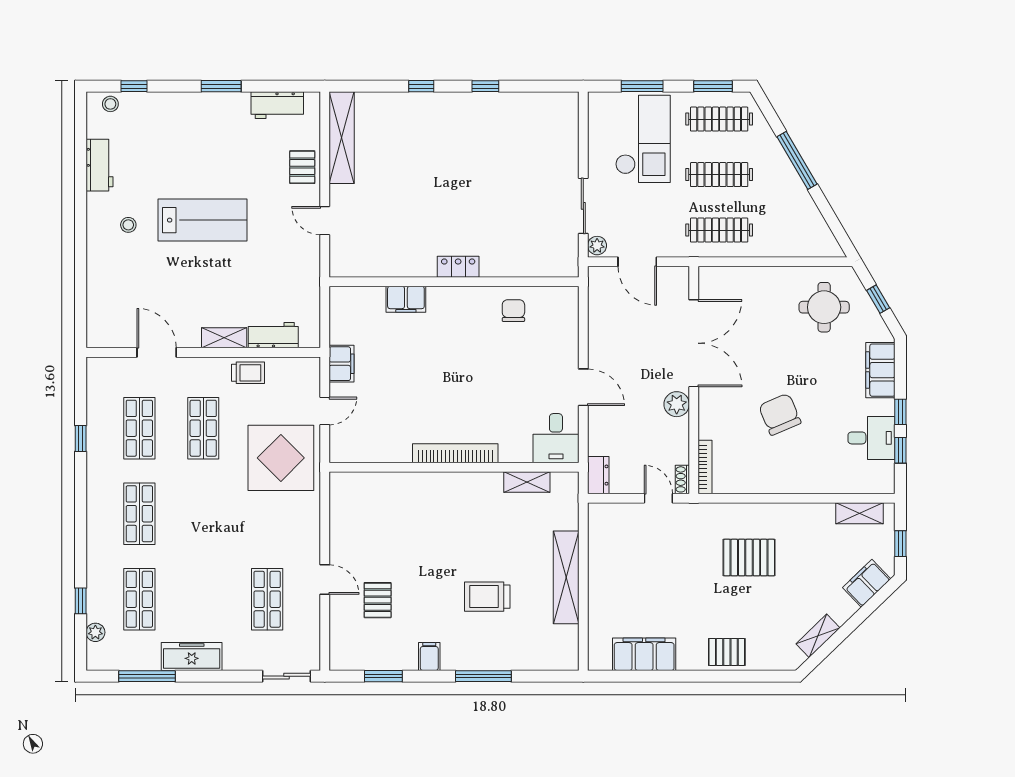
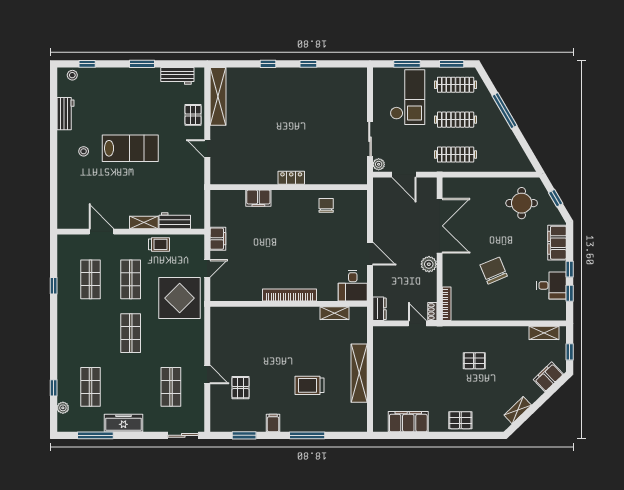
shop shelf: (139, 514) -> (131, 333), moved
pallet: (749, 558) -> (474, 361), width x0.67, depth x0.71

